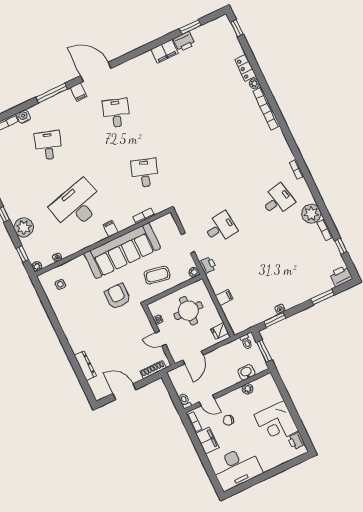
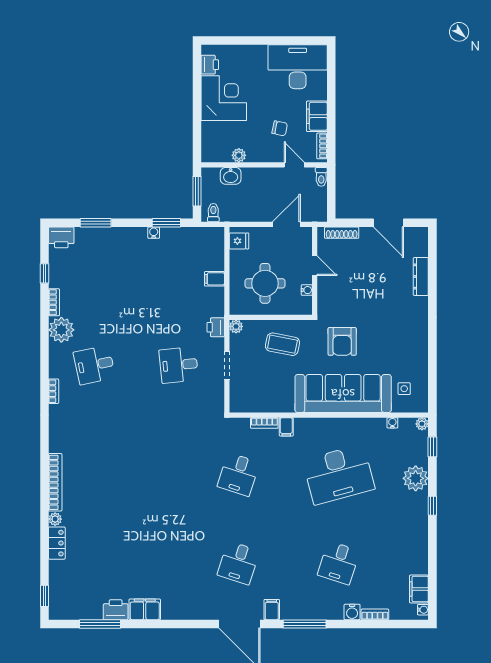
window: (190, 27) -> (100, 624), width x1.44
filing cabinet: (111, 229) -> (286, 427), moved
sofa: (122, 251) -> (343, 394), moved

